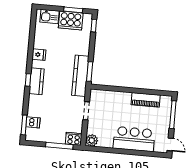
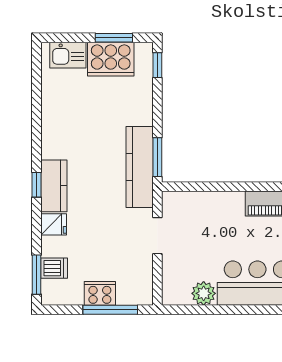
fridge: (39, 55) -> (54, 224), moved
cooker: (74, 139) -> (100, 293), moved
plant: (92, 140) -> (204, 293), moved

